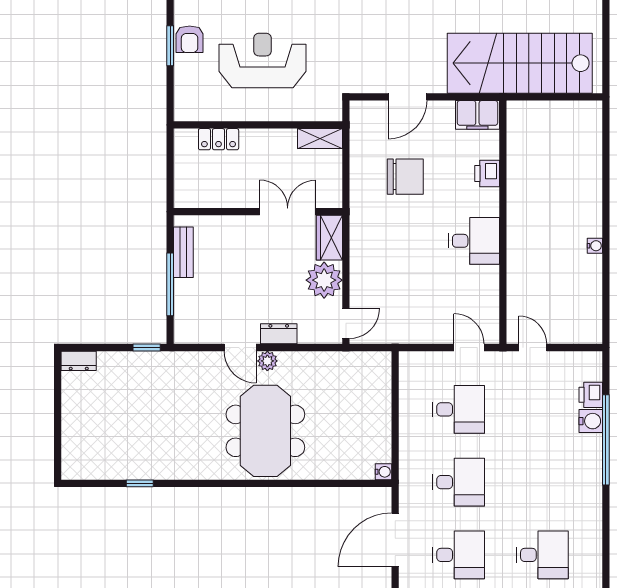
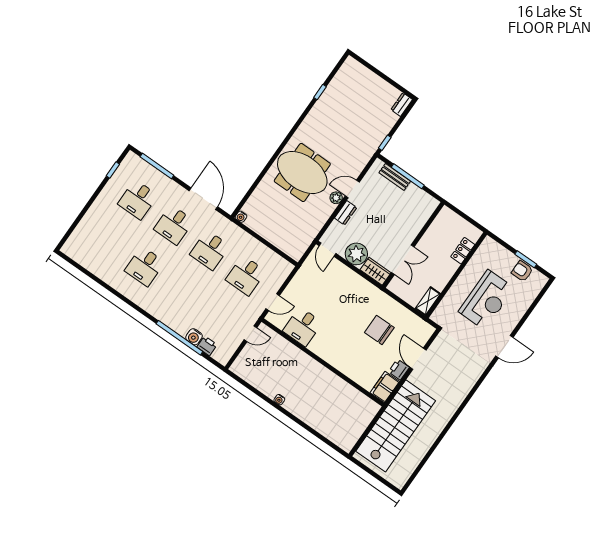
printer: (487, 173) -> (399, 370), moved, turned -90
chair: (405, 177) -> (379, 330), turned 90
desk: (474, 241) -> (303, 327), moved
bench: (183, 252) -> (395, 177), moved

